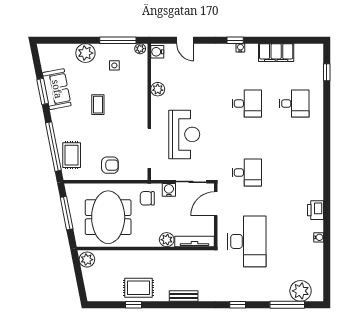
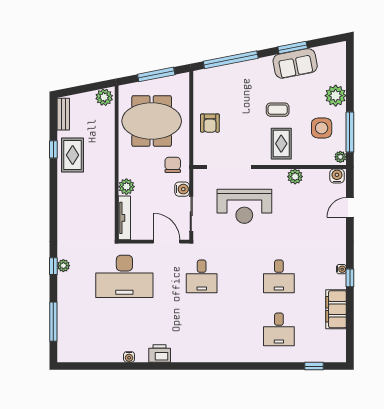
window: (235, 40) -> (350, 278), moved
side table: (114, 65) -> (322, 128), width x1.87, depth x1.87
rug: (72, 155) -> (281, 144), moved, turned 90
plant: (301, 291) -> (63, 266), moved, width x0.53, depth x0.53
bench: (184, 296) -> (63, 114), moved

